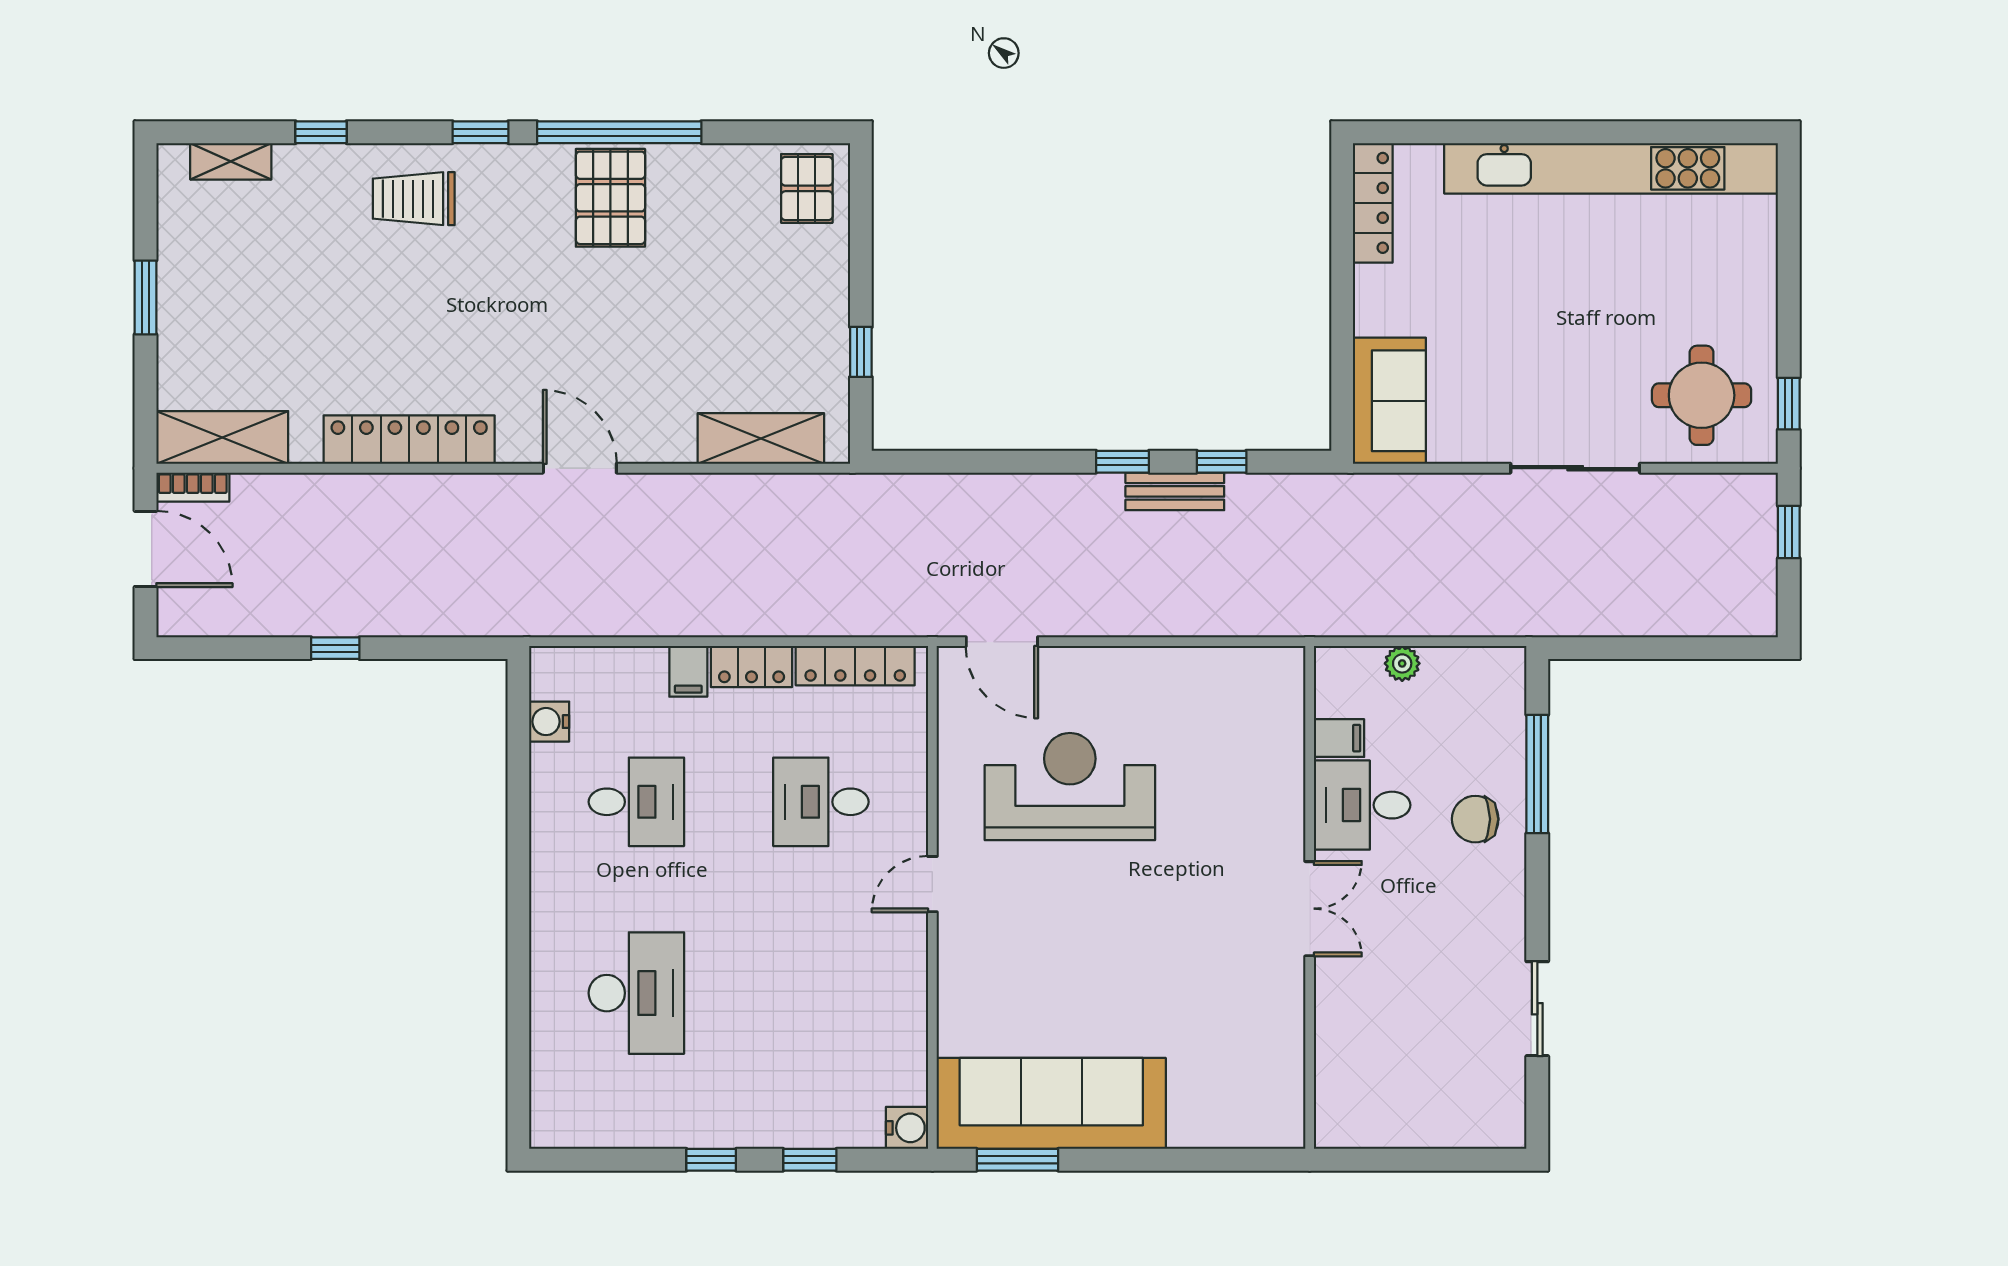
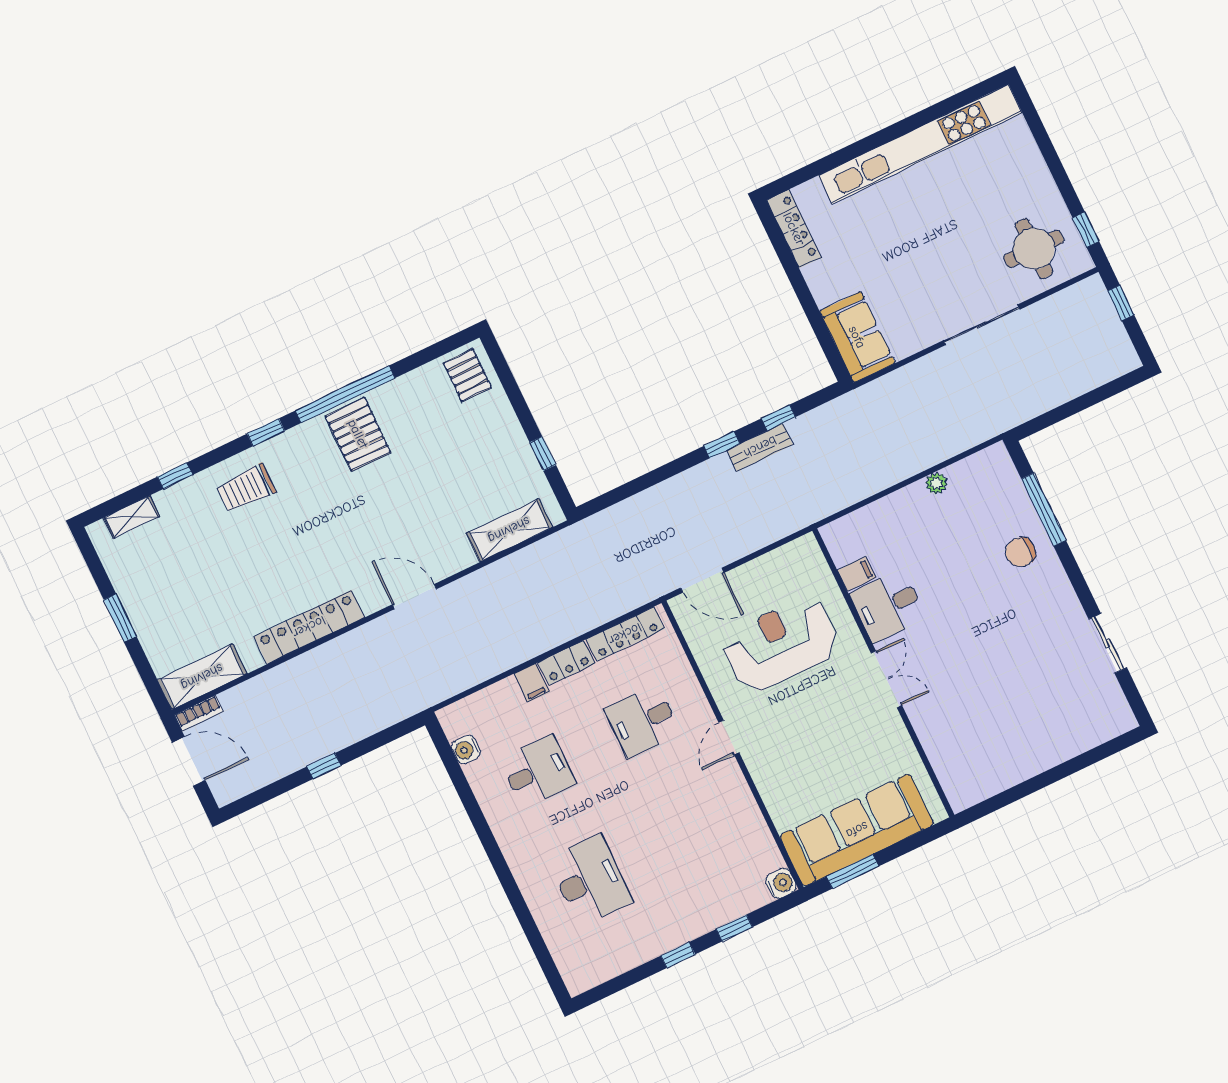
filing cabinet: (1339, 738) -> (857, 574), moved
desk: (1362, 805) -> (888, 606), moved
wall: (1310, 897) -> (883, 673), moved
double door: (1310, 909) -> (886, 679), moved

